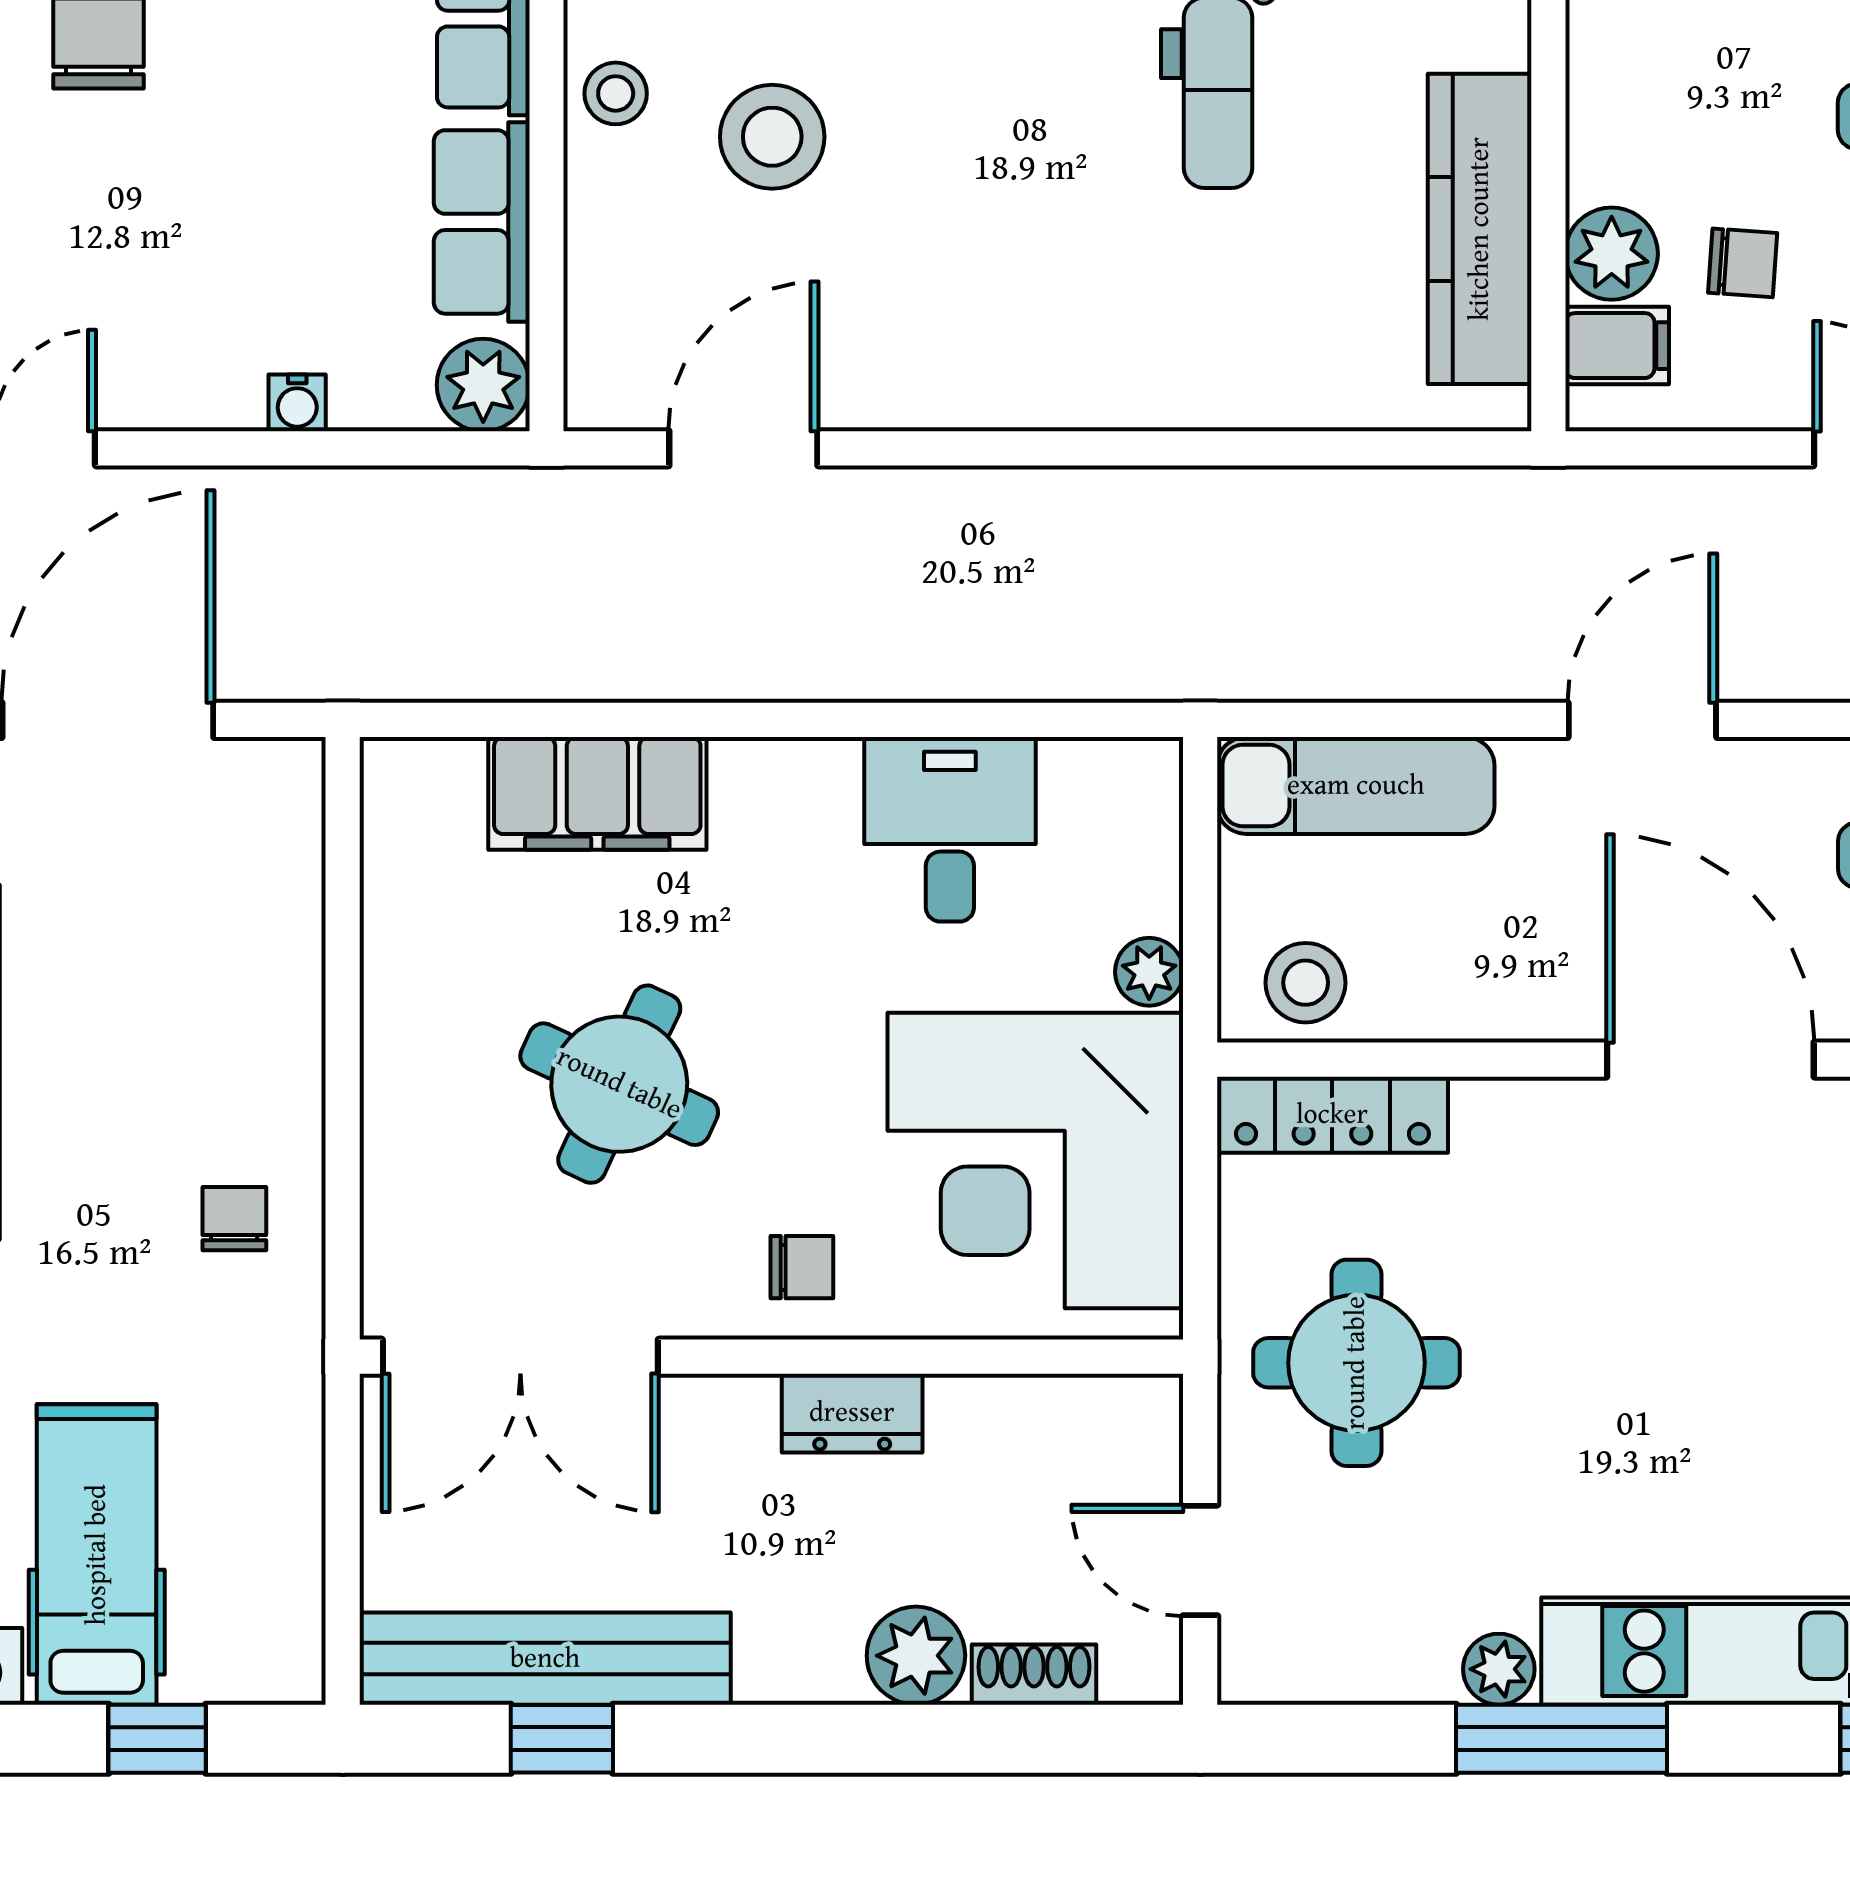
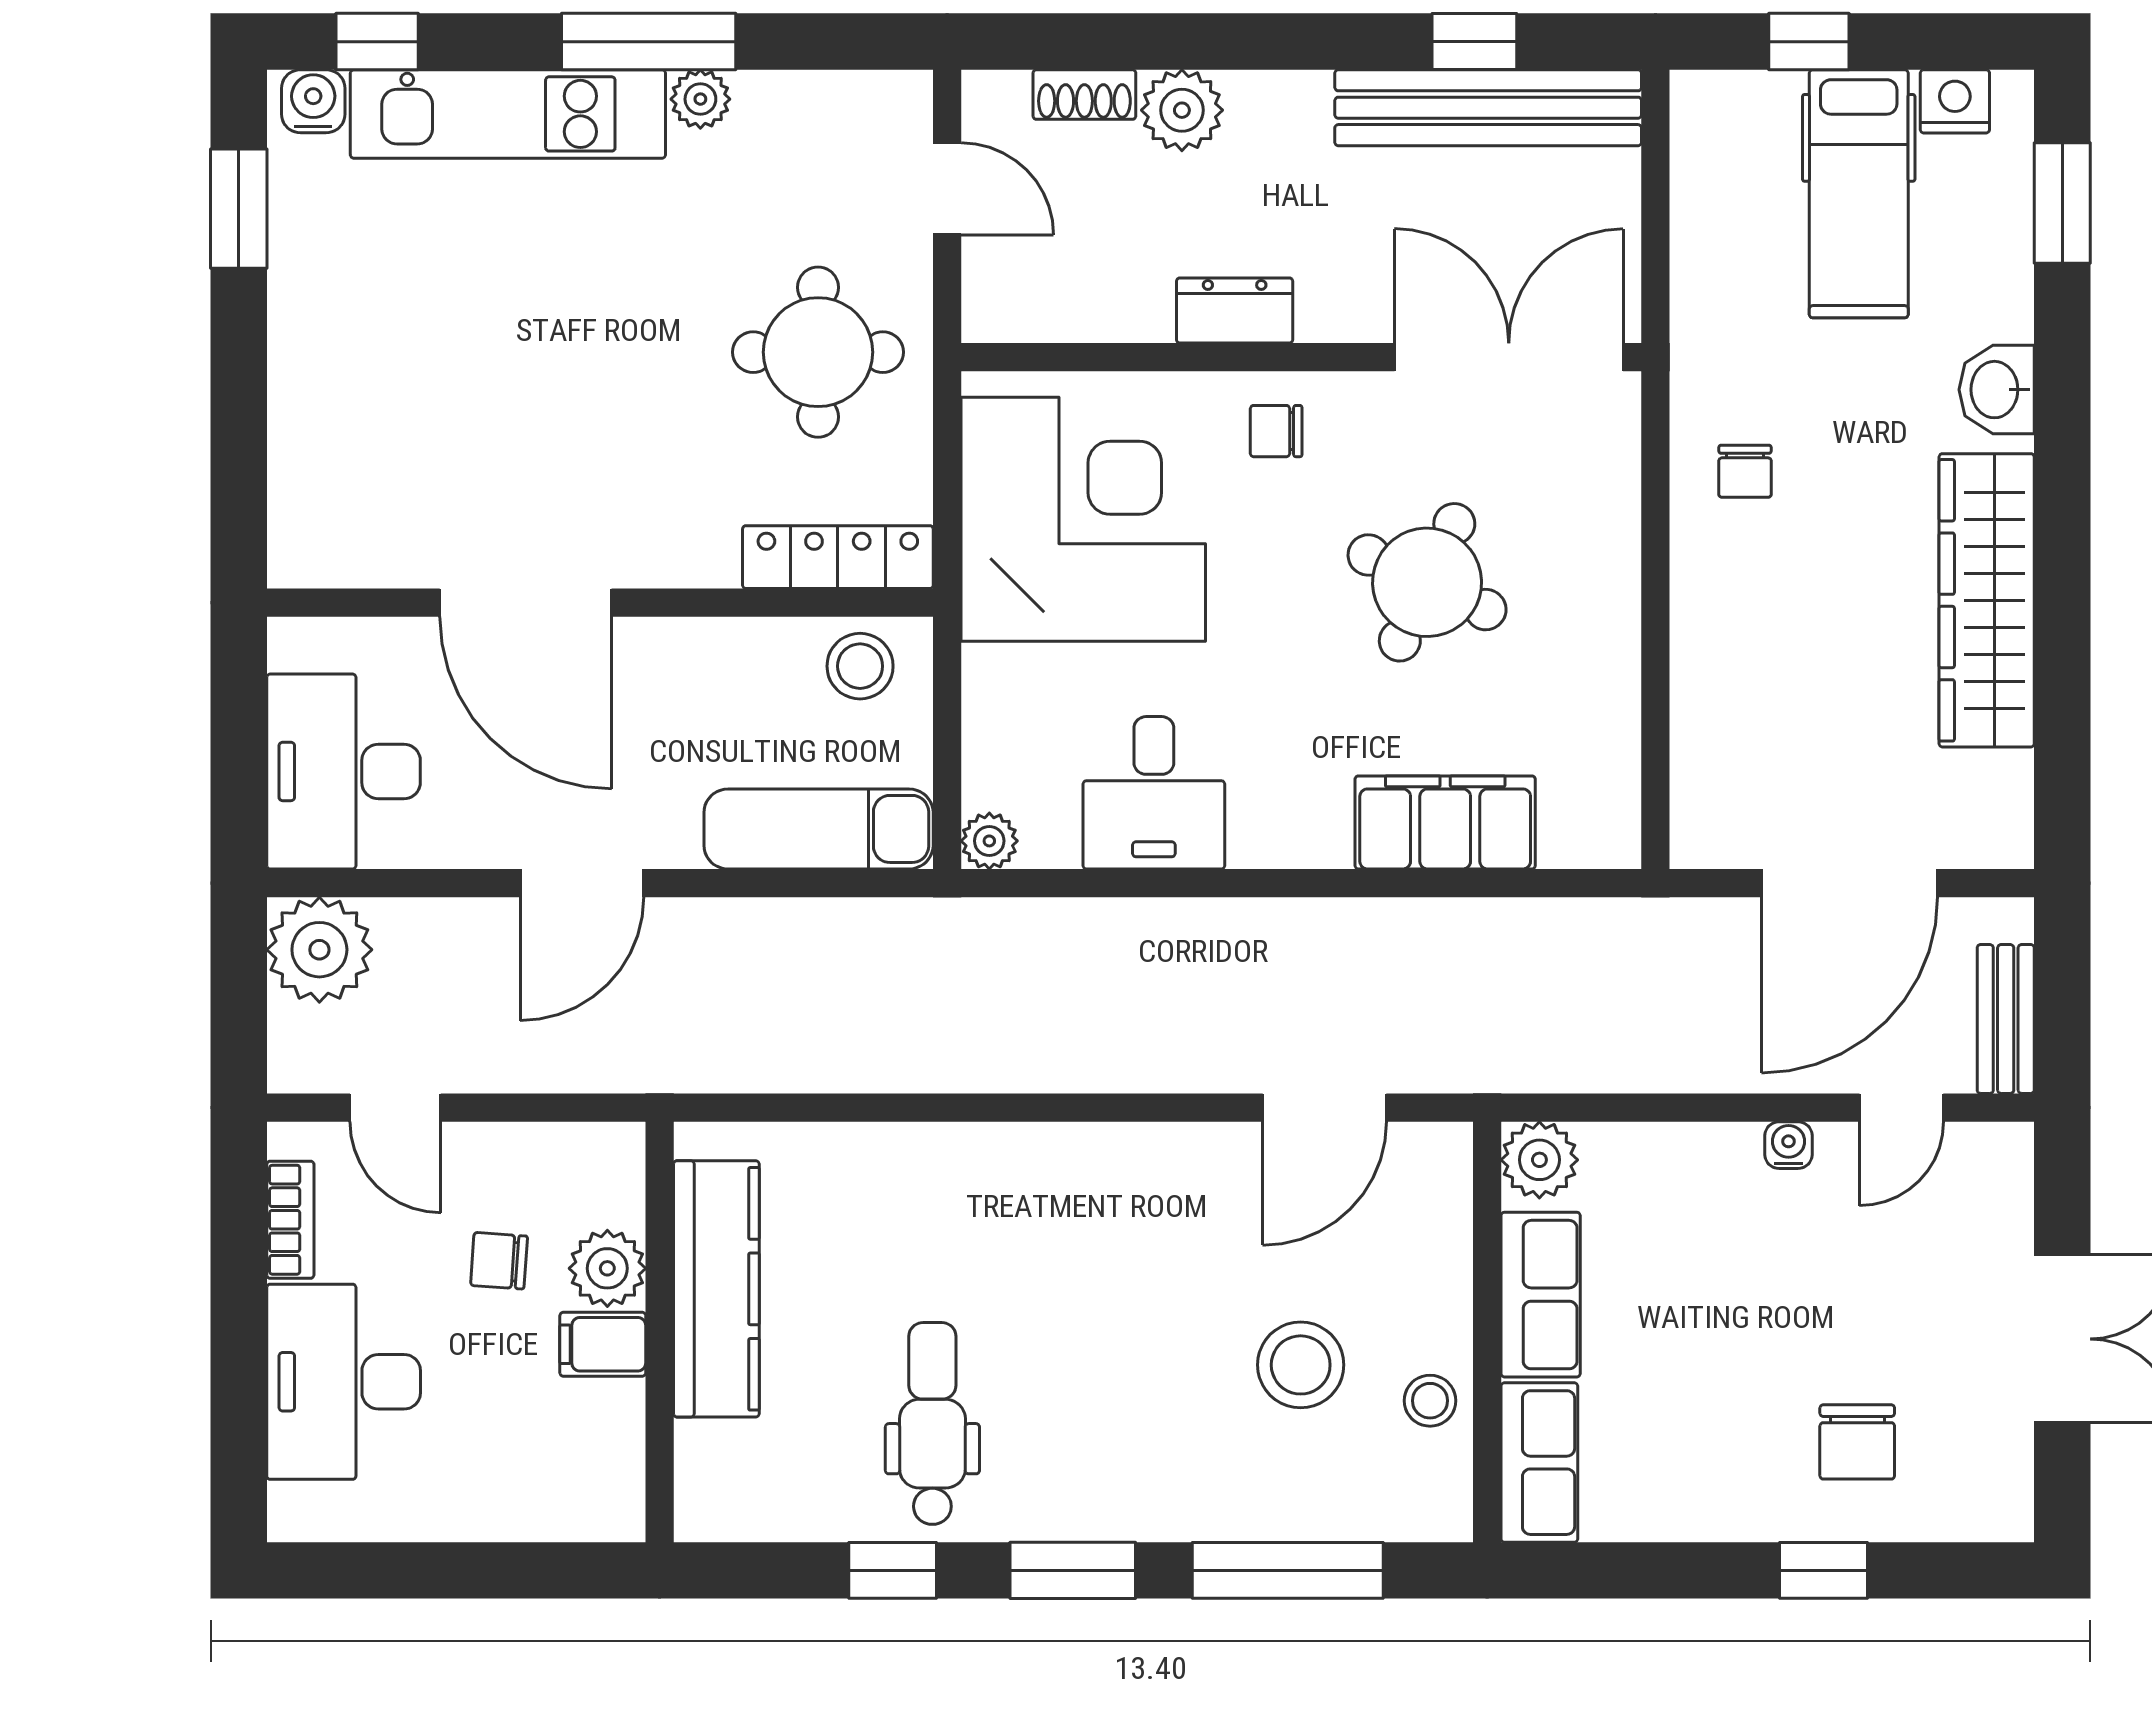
filing cabinet: (1617, 346) -> (603, 1344), moved
water cooler: (297, 403) -> (1788, 1145), moved
plant: (1149, 972) -> (989, 841), moved

